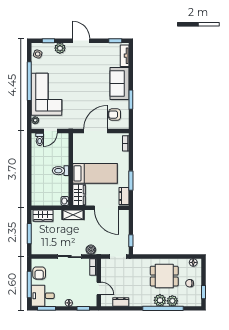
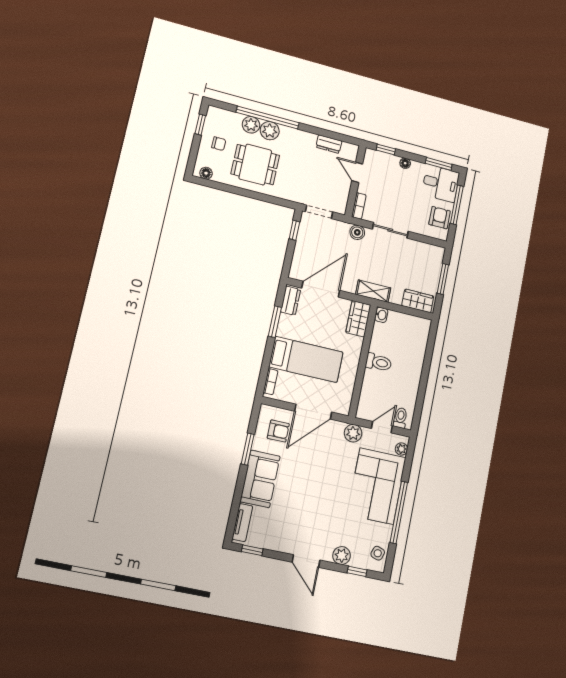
plant: (68, 123) -> (353, 433), added
bed: (95, 173) -> (306, 359), moved, turned 180
door: (107, 208) -> (321, 289), hinge flipped

